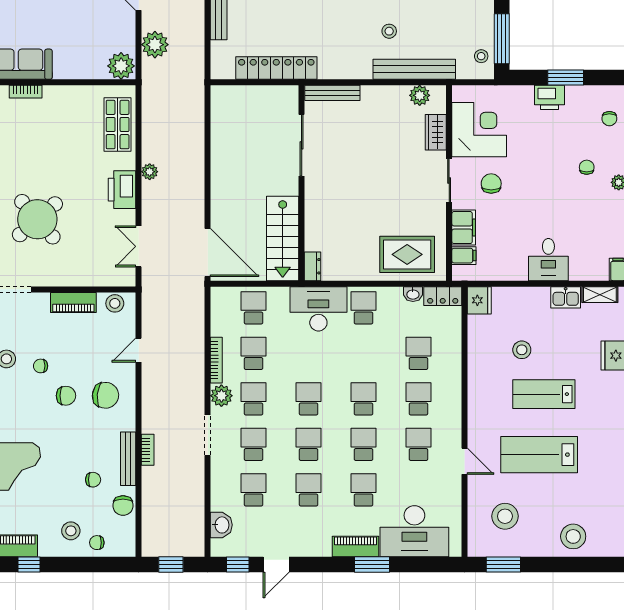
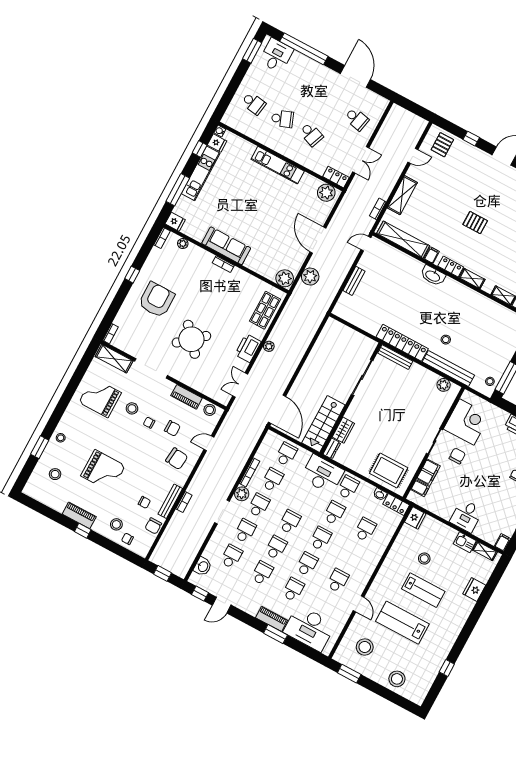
locker: (276, 68) -> (402, 343), moved
wardrobe: (436, 132) -> (343, 430), moved, turned 180
lab bench: (544, 394) -> (423, 590), turned 180
chair: (66, 396) -> (172, 428), moved
school desk: (418, 399) -> (334, 513), moved

